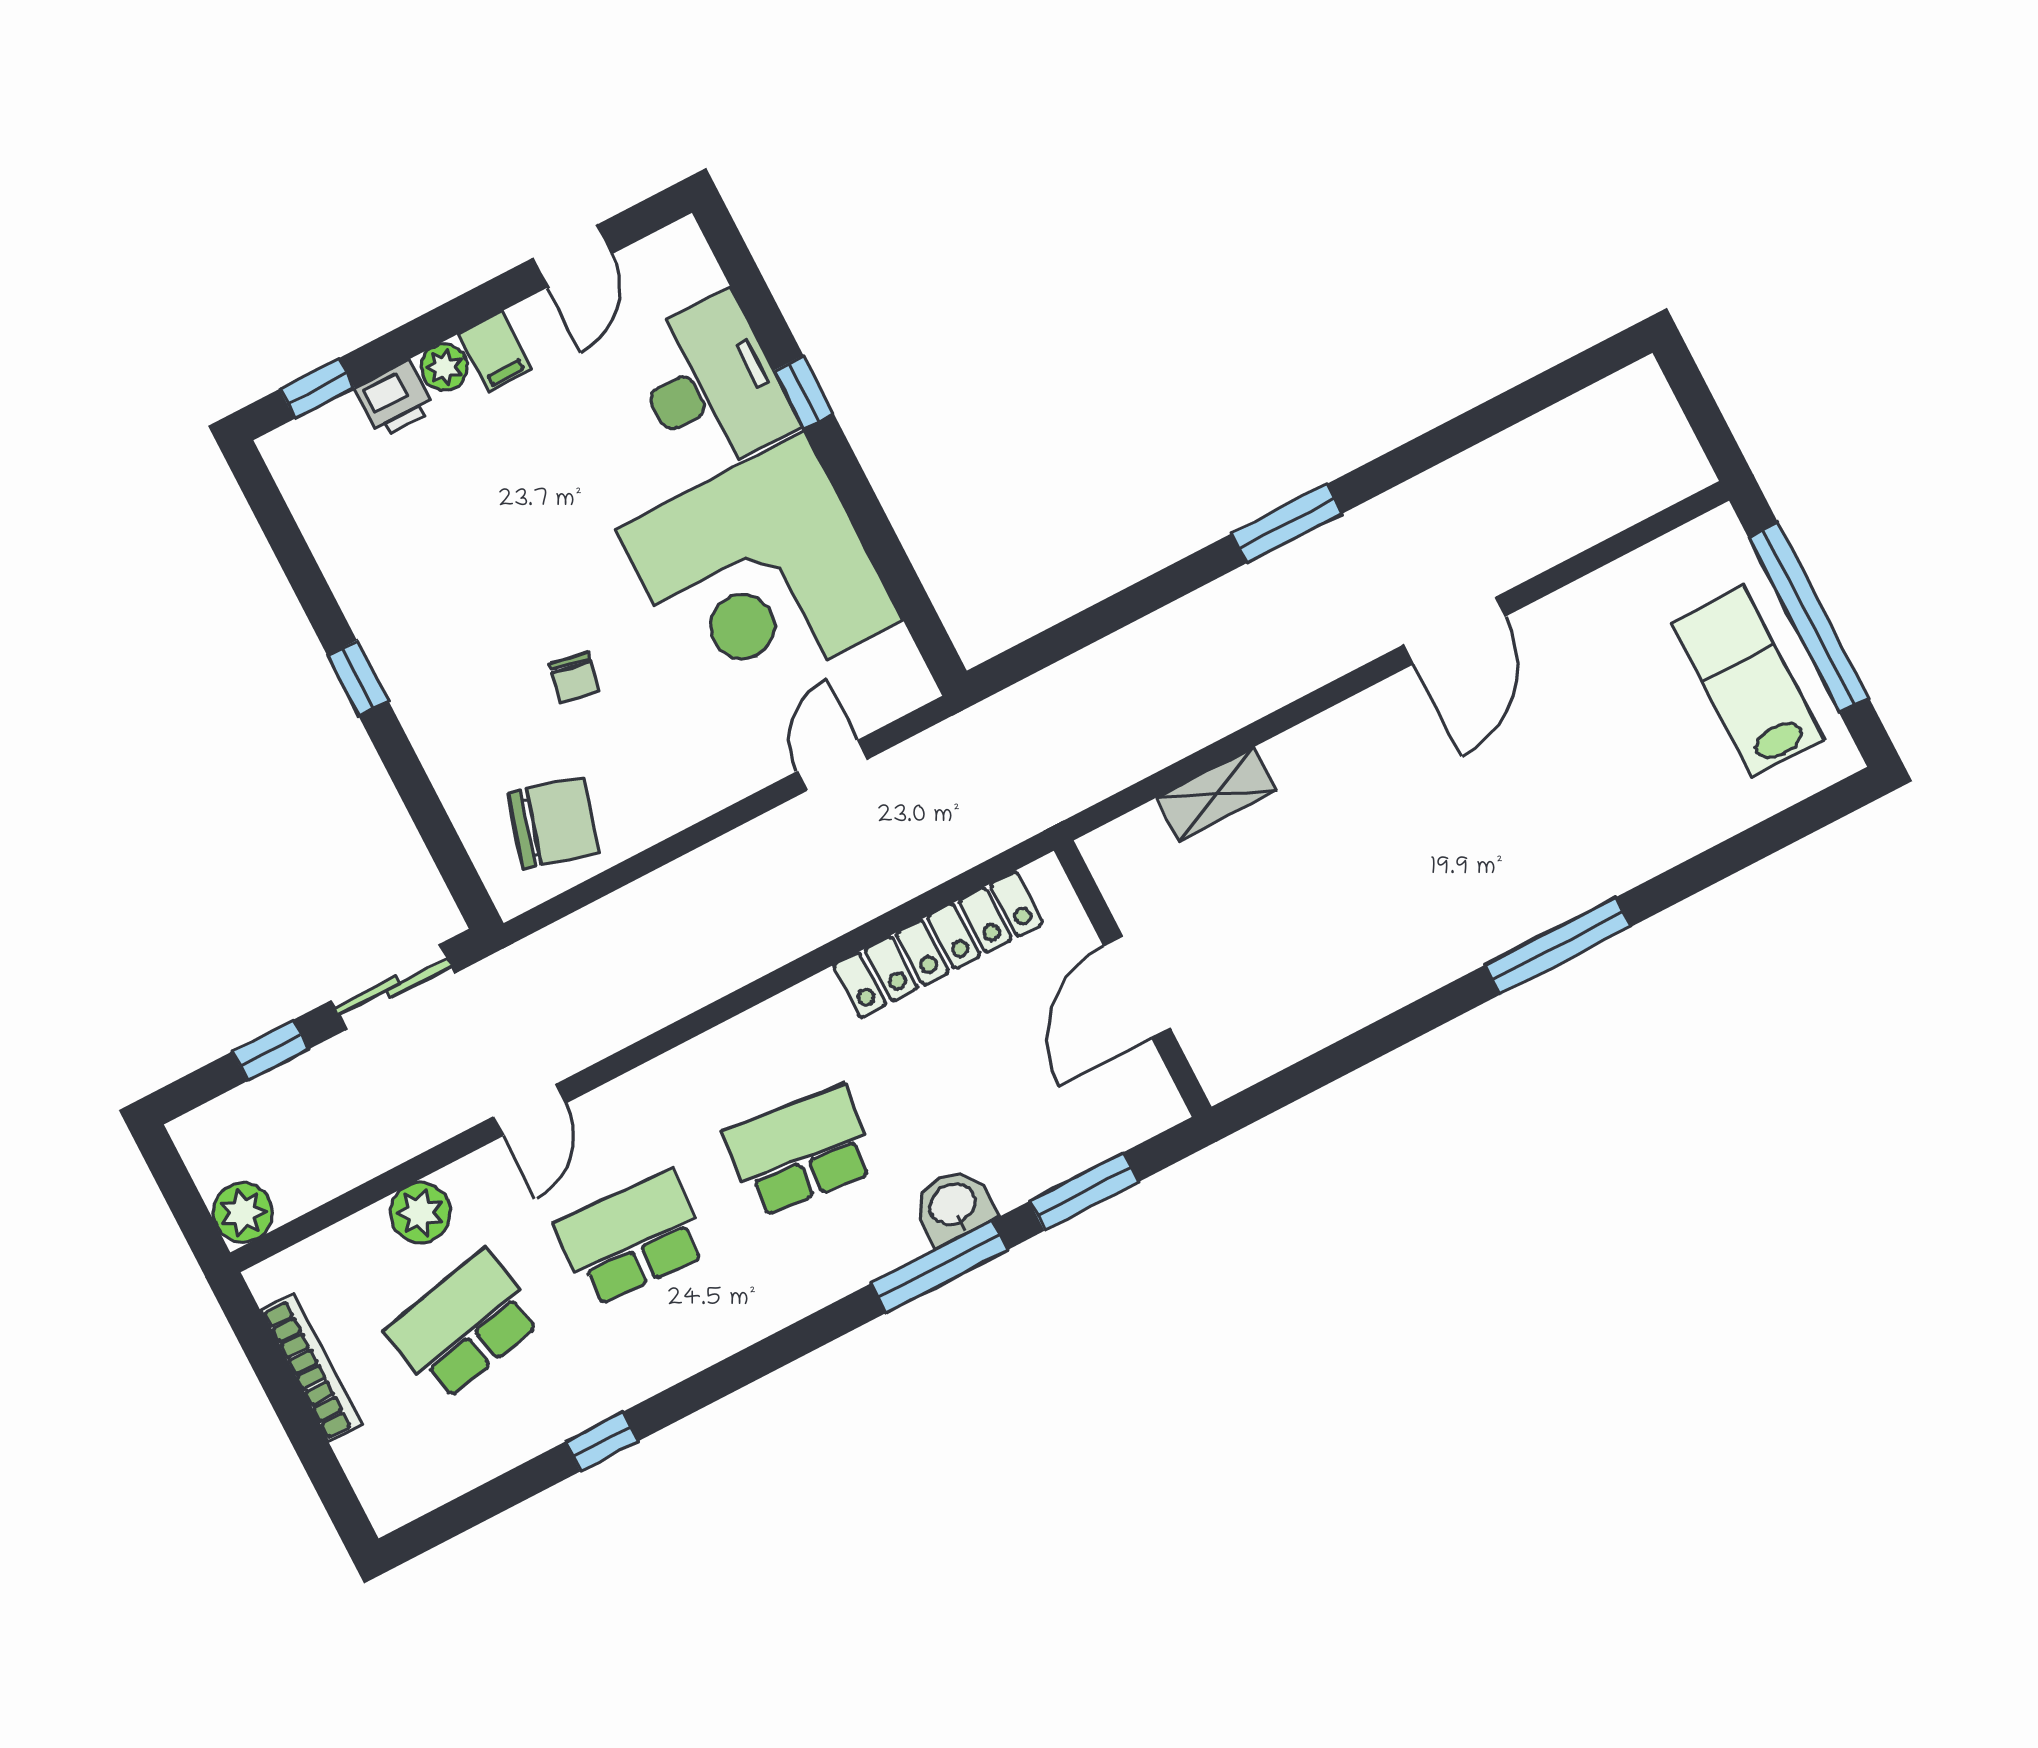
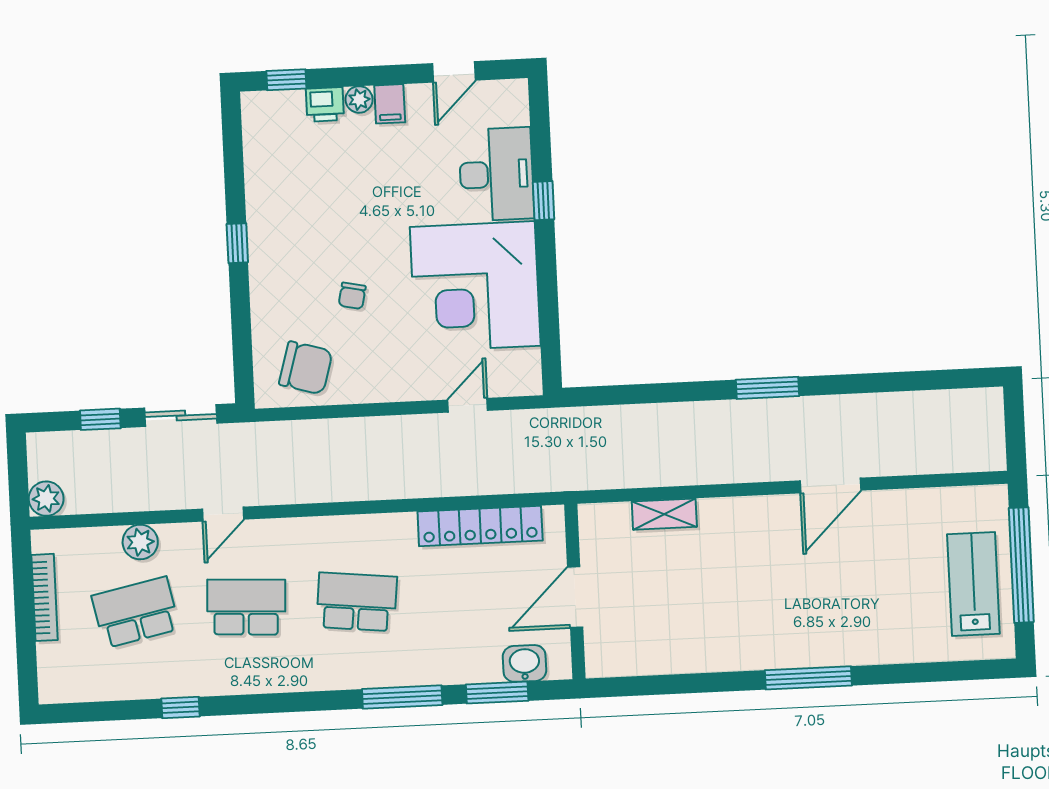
washbasin: (953, 1206) -> (524, 663), moved

